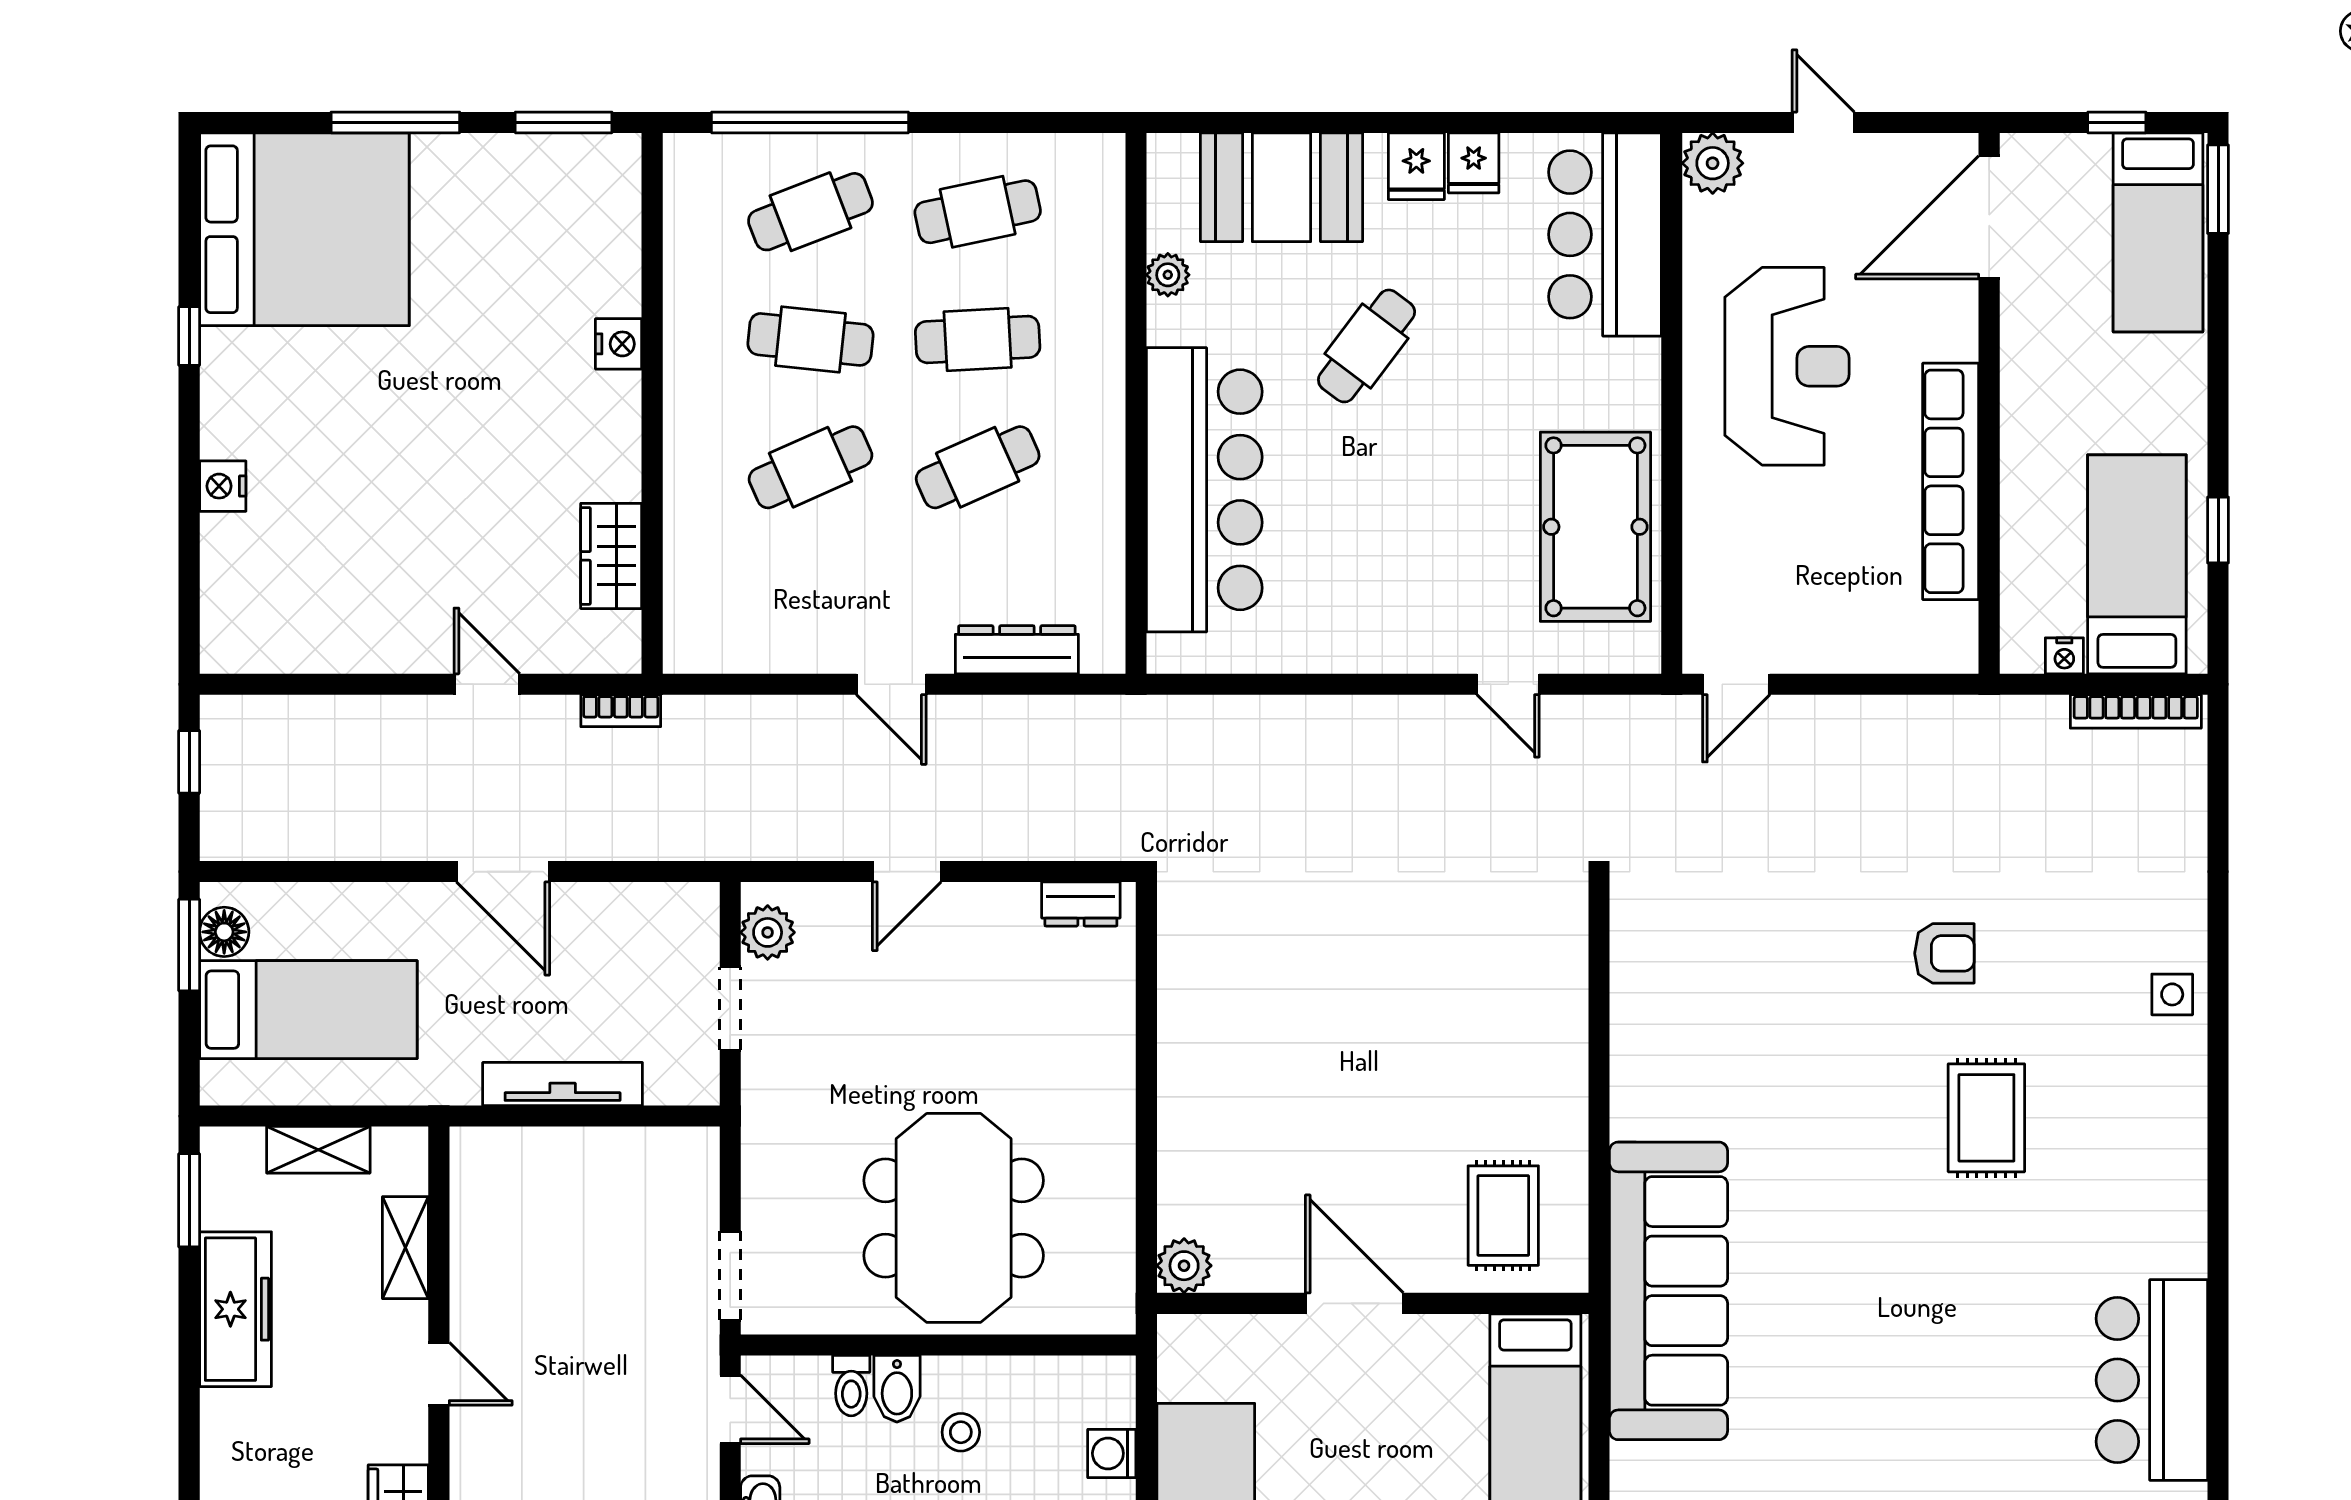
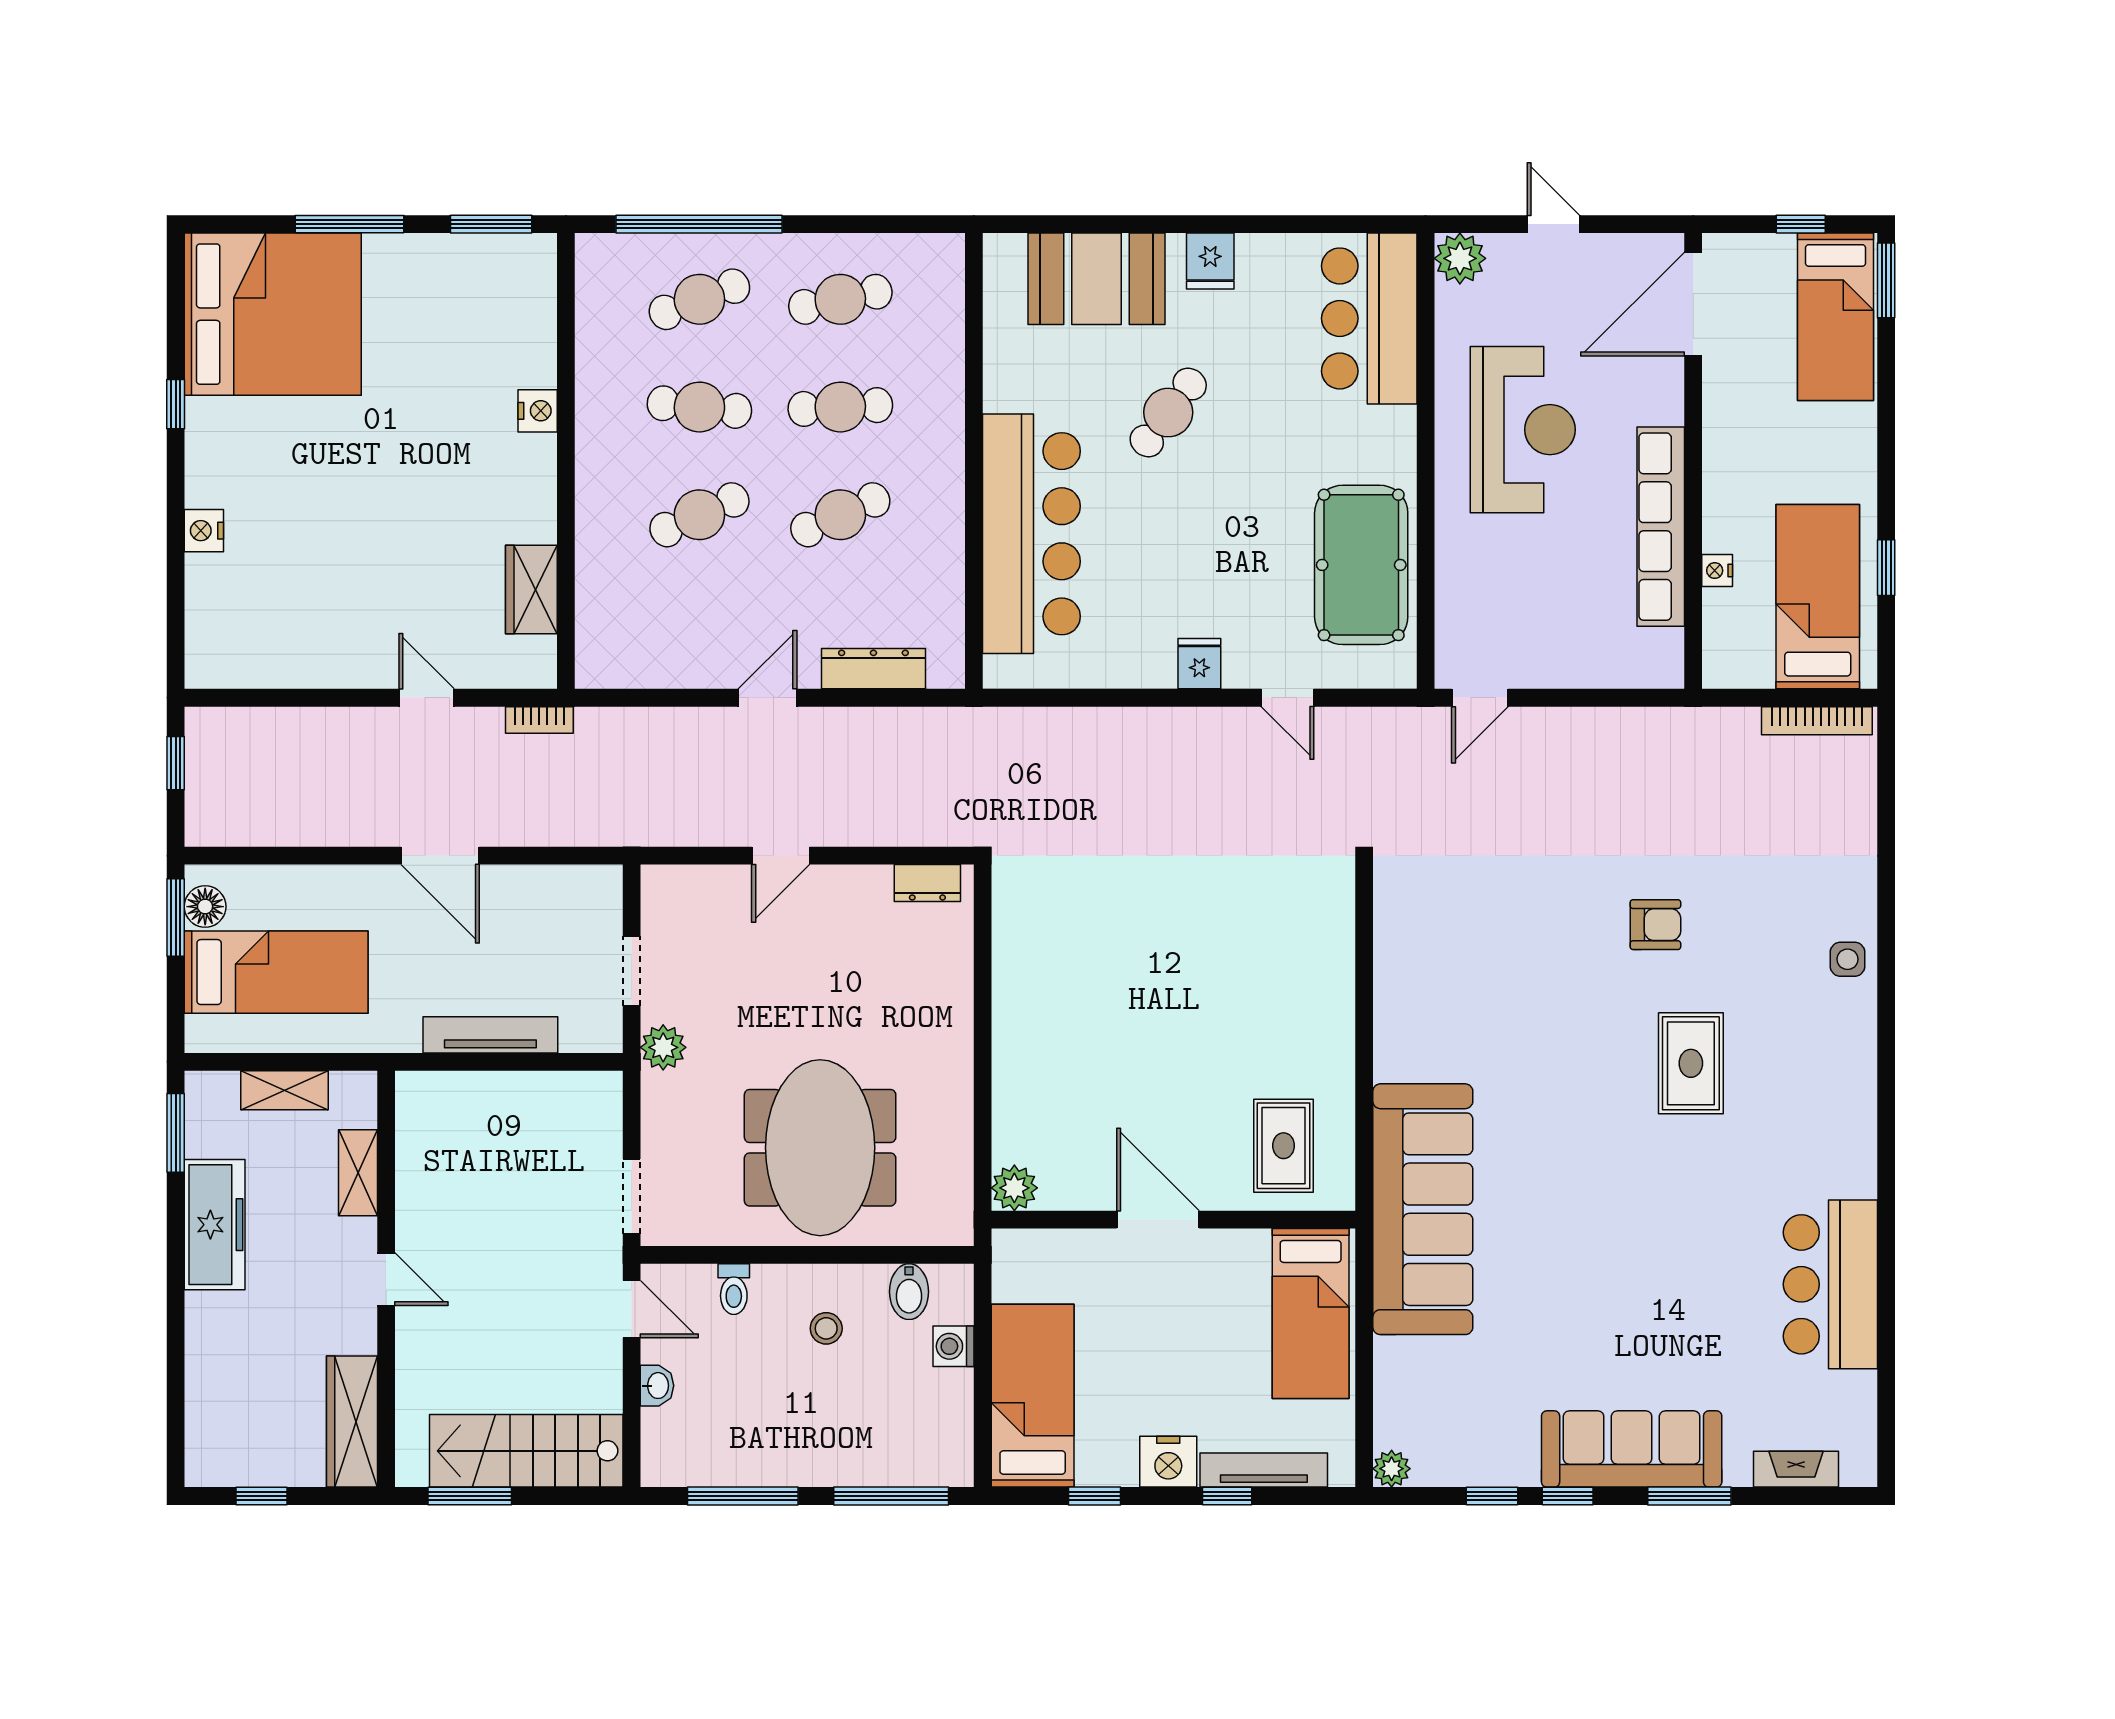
fridge: (1474, 163) -> (1199, 664), moved, turned 180
plant: (1168, 275) -> (1001, 352), removed
nightstand: (2064, 656) -> (1717, 571), moved, turned 90
door: (891, 684) -> (768, 698), swing flipped
plant: (768, 932) -> (663, 1047), moved
bidet: (897, 1389) -> (909, 1292), moved

